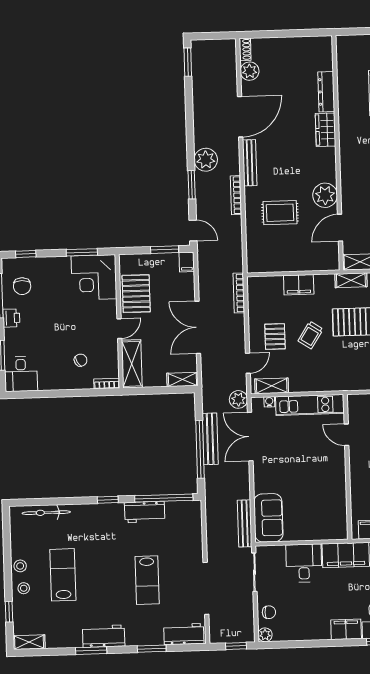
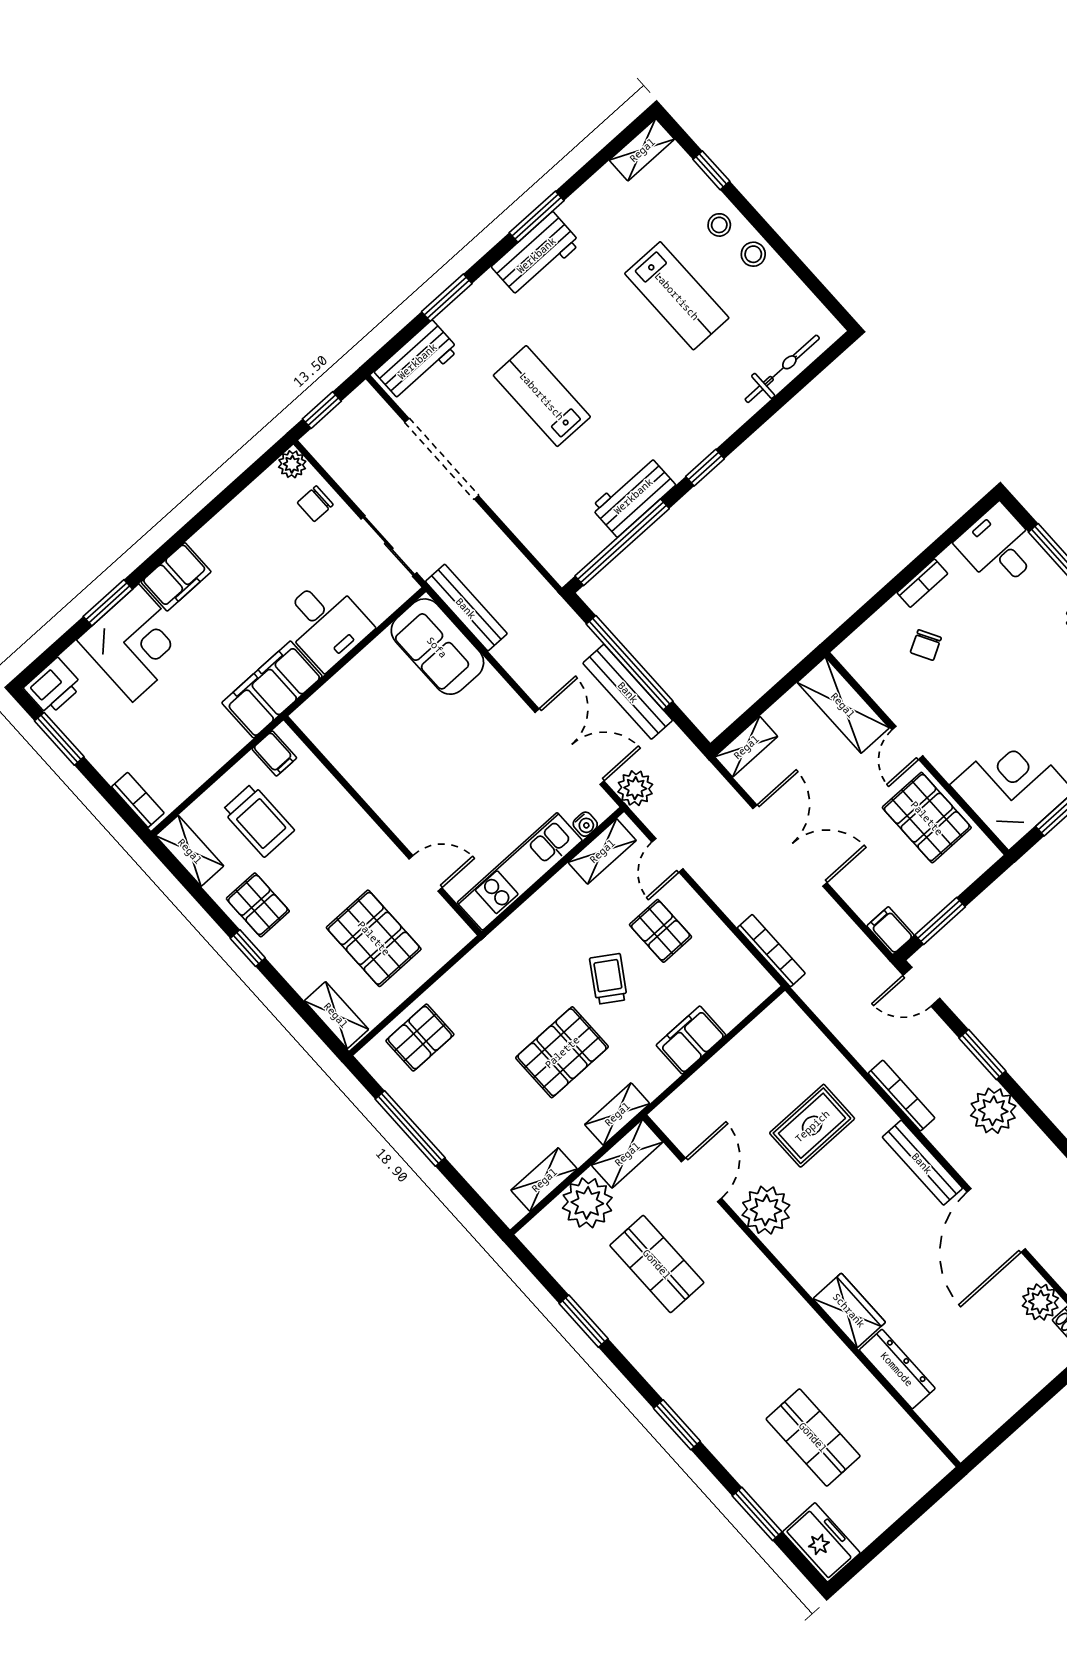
bookcase: (107, 384) -> (922, 583), moved

